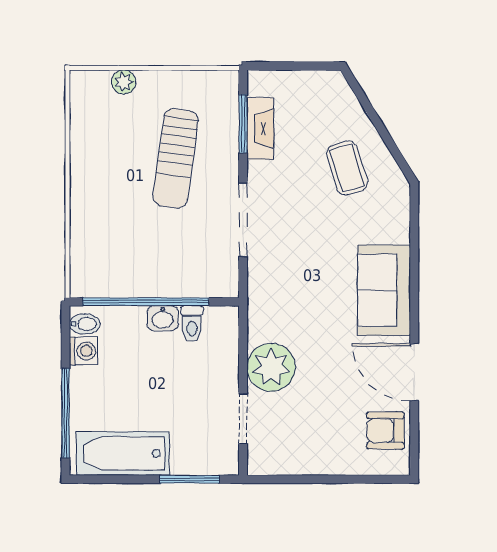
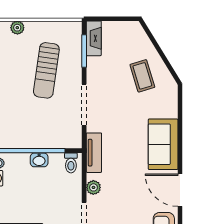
fireplace: (260, 129) -> (94, 38), moved
tv unit: (261, 305) -> (94, 153), added
toilet: (192, 324) -> (71, 163), moved
plant: (271, 367) -> (93, 187), width x0.53, depth x0.53

